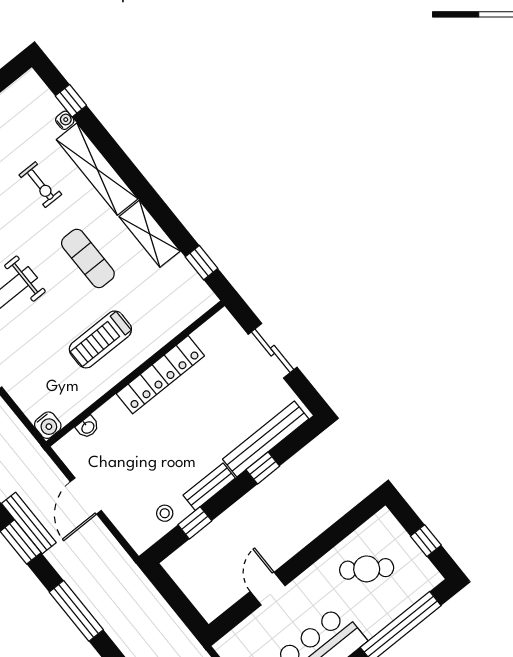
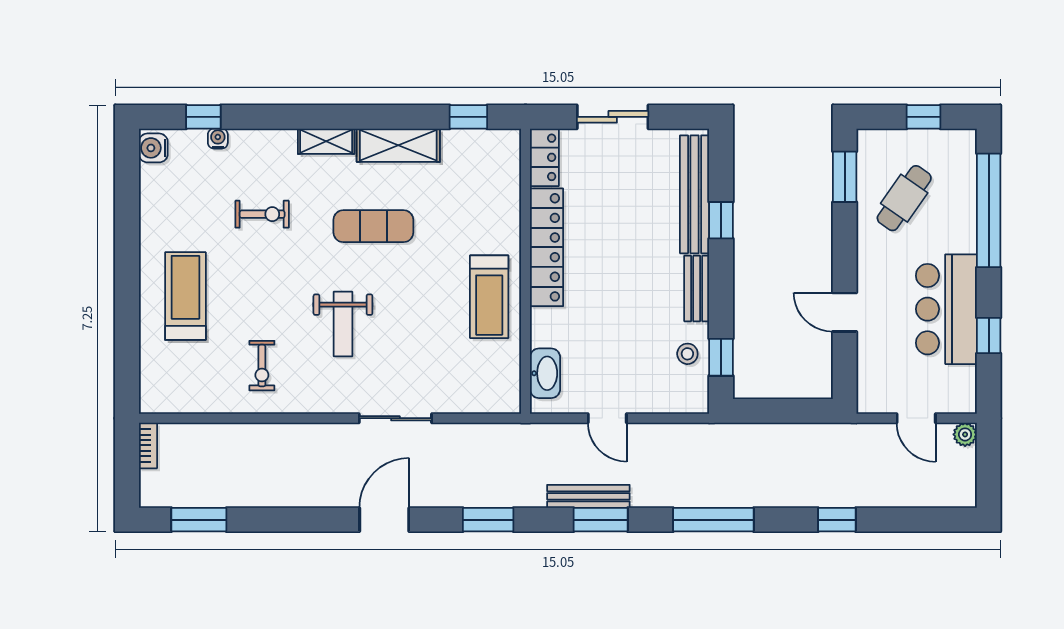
shelving: (97, 169) -> (326, 141), width x0.45, depth x0.75
locker: (214, 329) -> (544, 157), added
treadmill: (100, 339) -> (489, 297), moved
water cooler: (48, 425) -> (153, 148), moved, turned 180
washbasin: (88, 427) -> (545, 373), width x1.91, depth x1.45
door: (86, 496) -> (607, 418), width x0.73
window: (350, 522) -> (845, 177), added
window: (195, 523) -> (721, 357), moved

